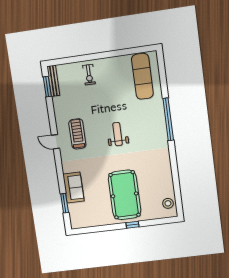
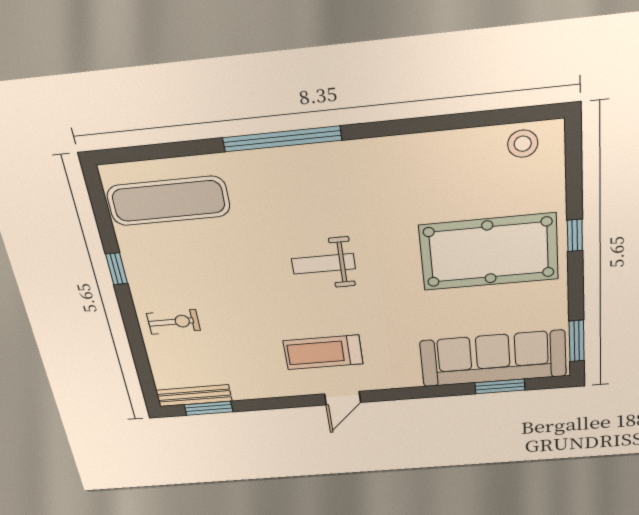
window: (112, 54) -> (117, 269), added
sofa: (74, 188) -> (493, 359), width x1.85, depth x1.27
window: (87, 230) -> (577, 341), added

